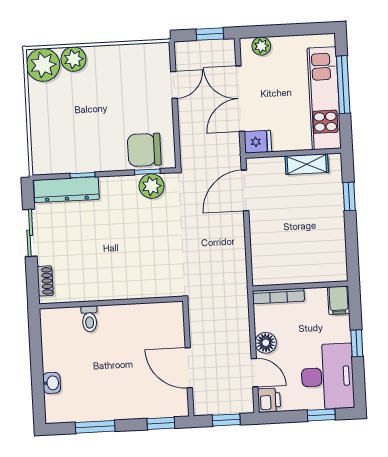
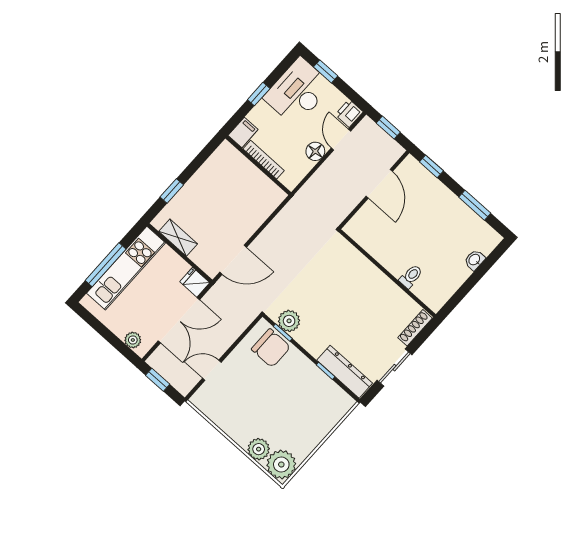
shoe rack: (45, 281) -> (415, 328), width x1.43
bookcase: (278, 296) -> (264, 160), moved

